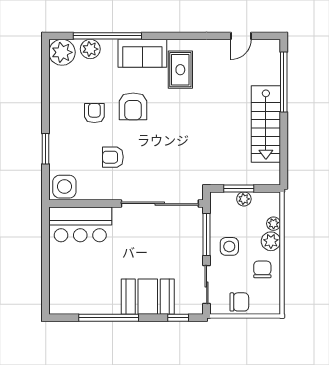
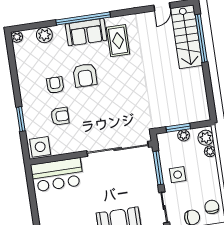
window: (107, 36) -> (83, 19), moved
plant: (62, 52) -> (17, 37), width x0.53, depth x0.53
stairs: (266, 124) -> (187, 37), moved
armchair: (113, 157) -> (60, 116), moved, turned 180
plant: (271, 241) -> (206, 138), moved
chair: (262, 269) -> (212, 207), moved

